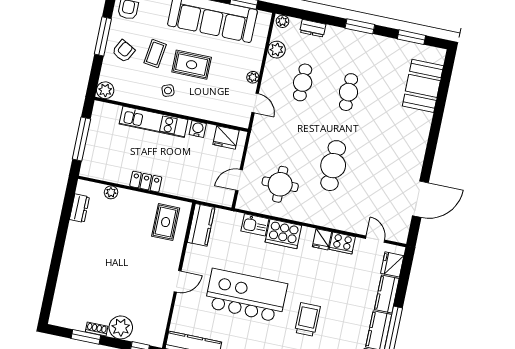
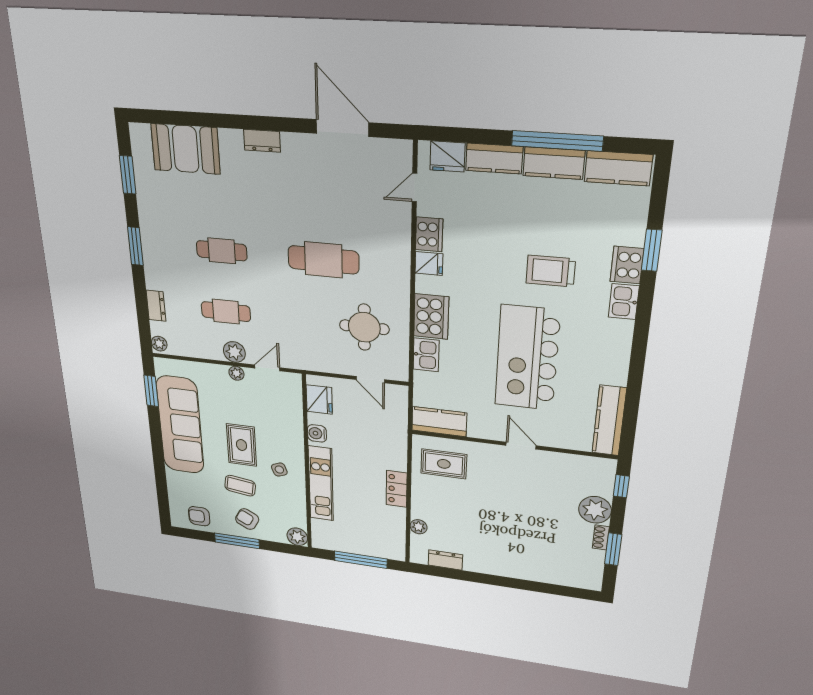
plant: (277, 50) -> (234, 352), moved
dresser: (420, 142) -> (262, 141), added

